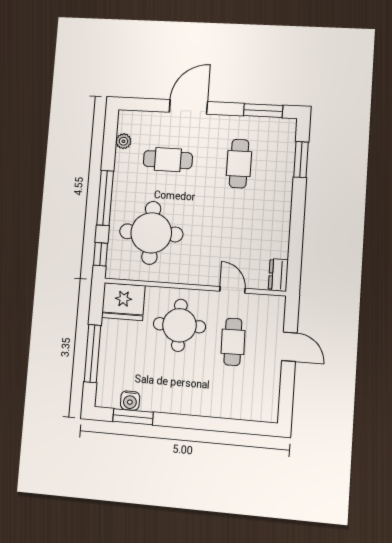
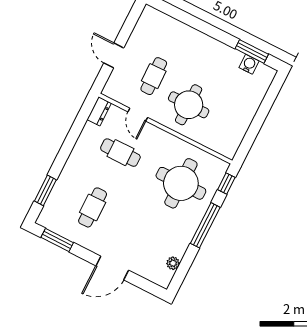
cafe table: (168, 160) -> (120, 153), moved
fridge: (123, 302) -> (224, 140), removed
window: (92, 354) -> (263, 111), removed

